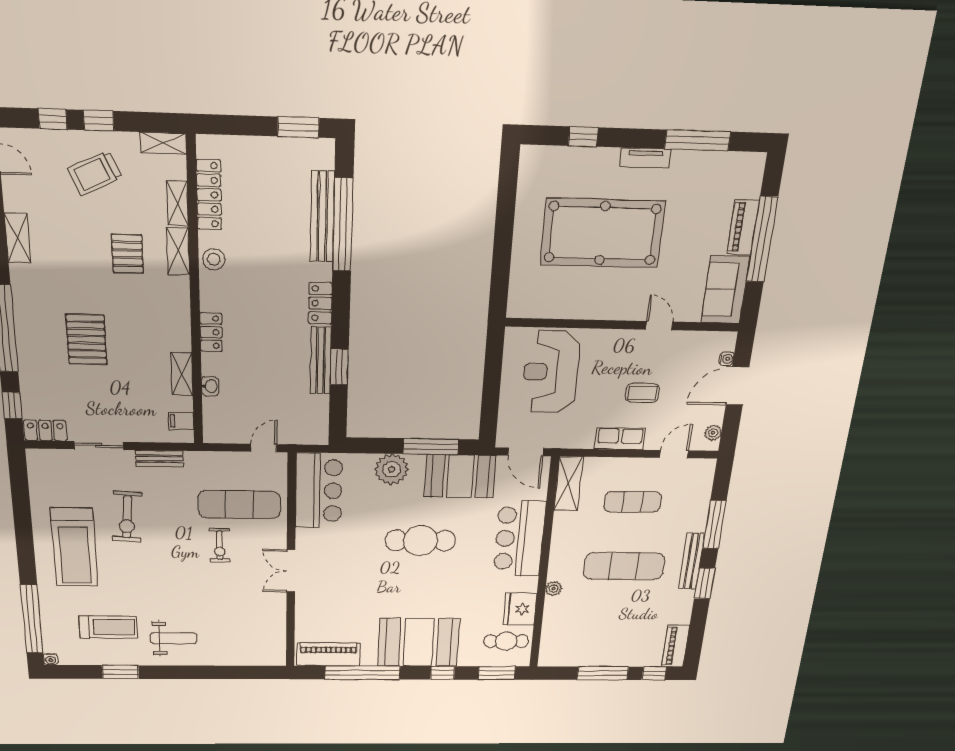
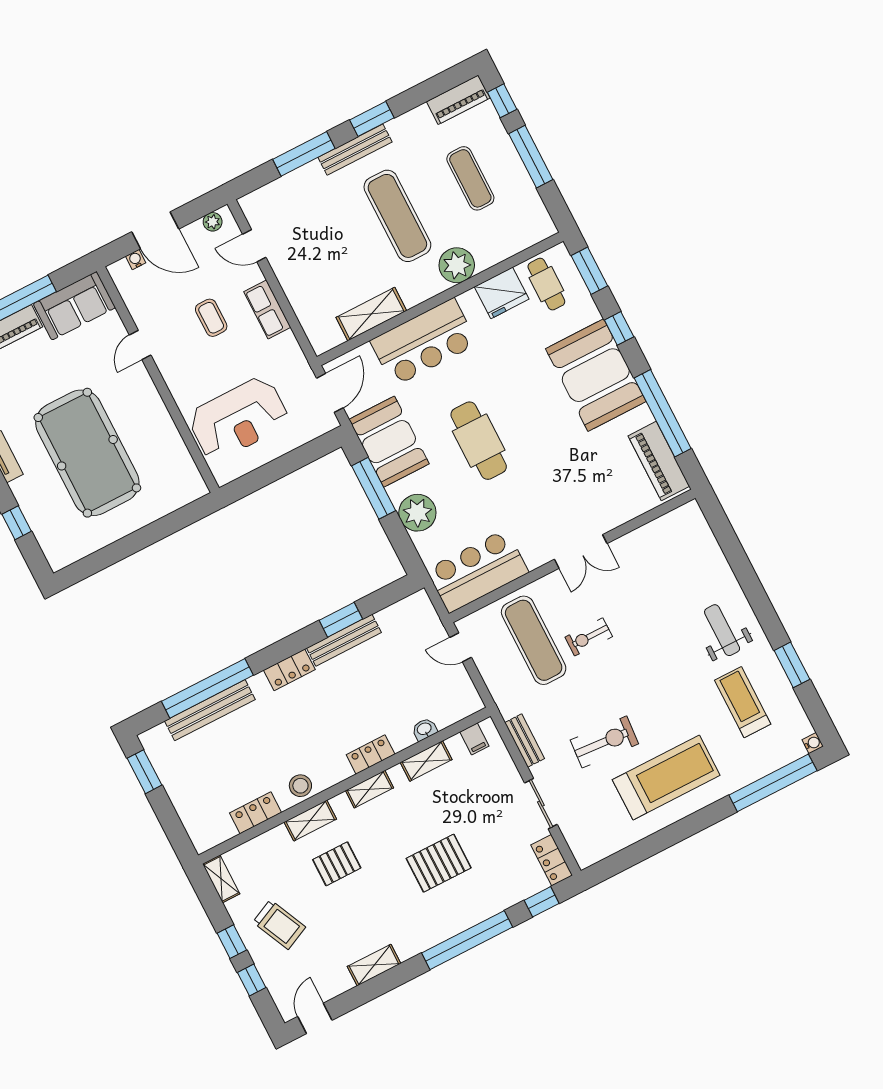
locker: (209, 195) -> (256, 813), width x0.66
shelving: (178, 203) -> (369, 789), moved
shelving: (568, 484) -> (371, 314), moved
exercise mat: (633, 502) -> (470, 178), moved
exercise bike: (220, 545) -> (589, 637), turned 180
plant: (553, 589) -> (457, 265), width x1.87, depth x1.87

